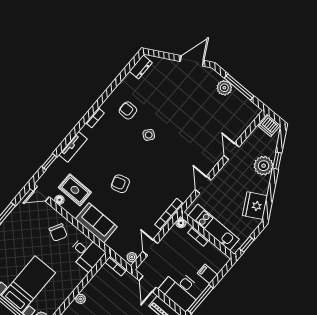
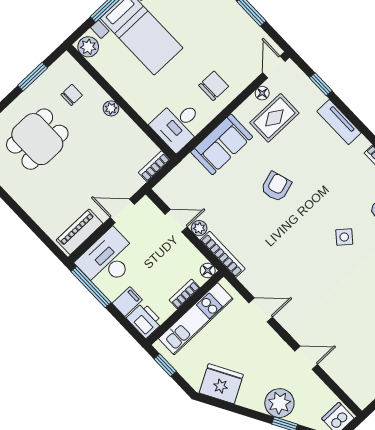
chair: (58, 232) -> (214, 86), turned 152
plant: (132, 257) -> (199, 228), moved
printer: (218, 261) -> (145, 320), added

